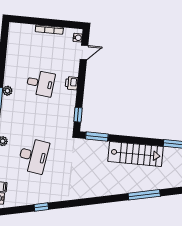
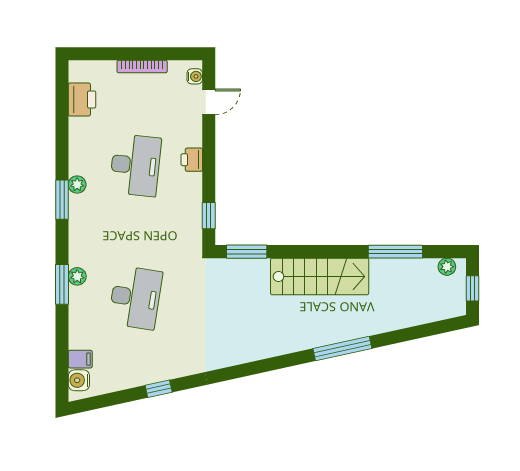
printer: (15, 44) -> (82, 100), added
desk: (40, 83) -> (135, 165), width x1.37

